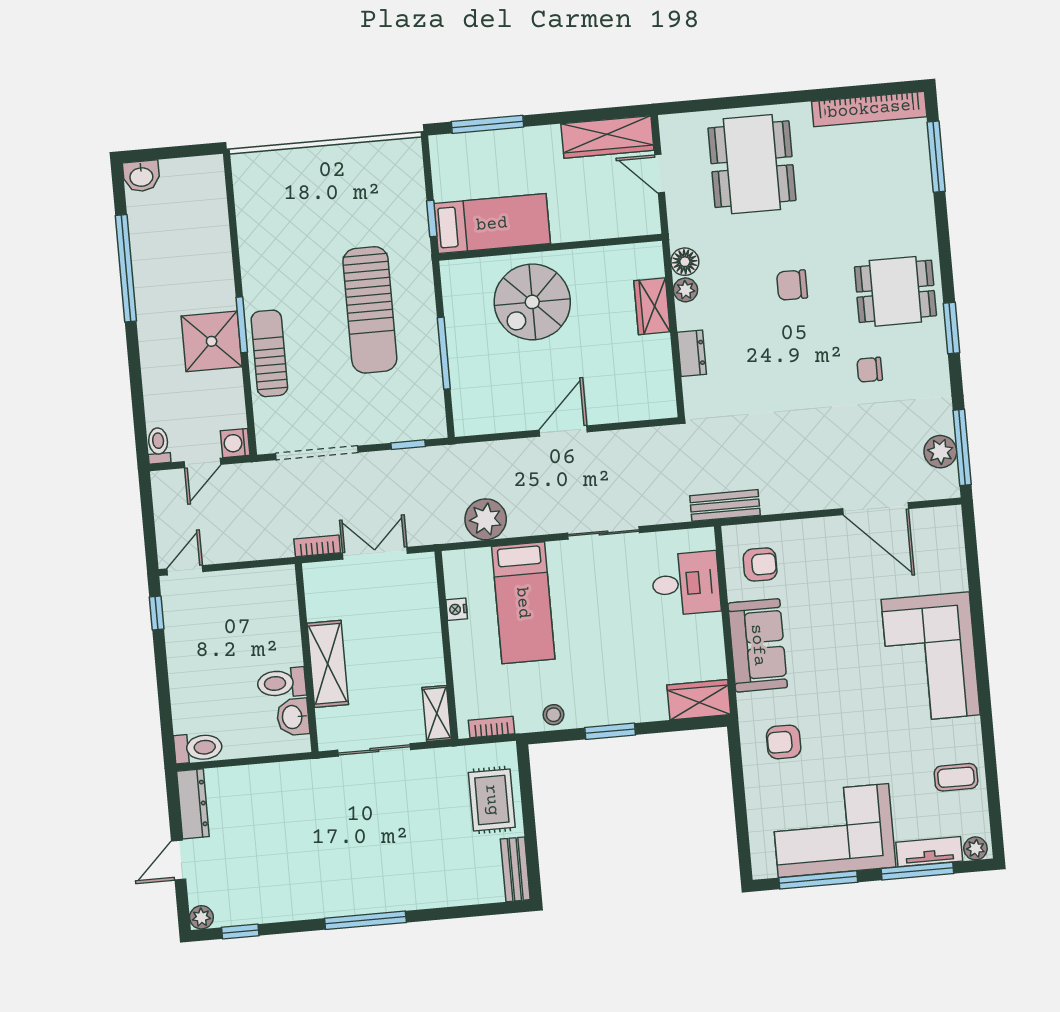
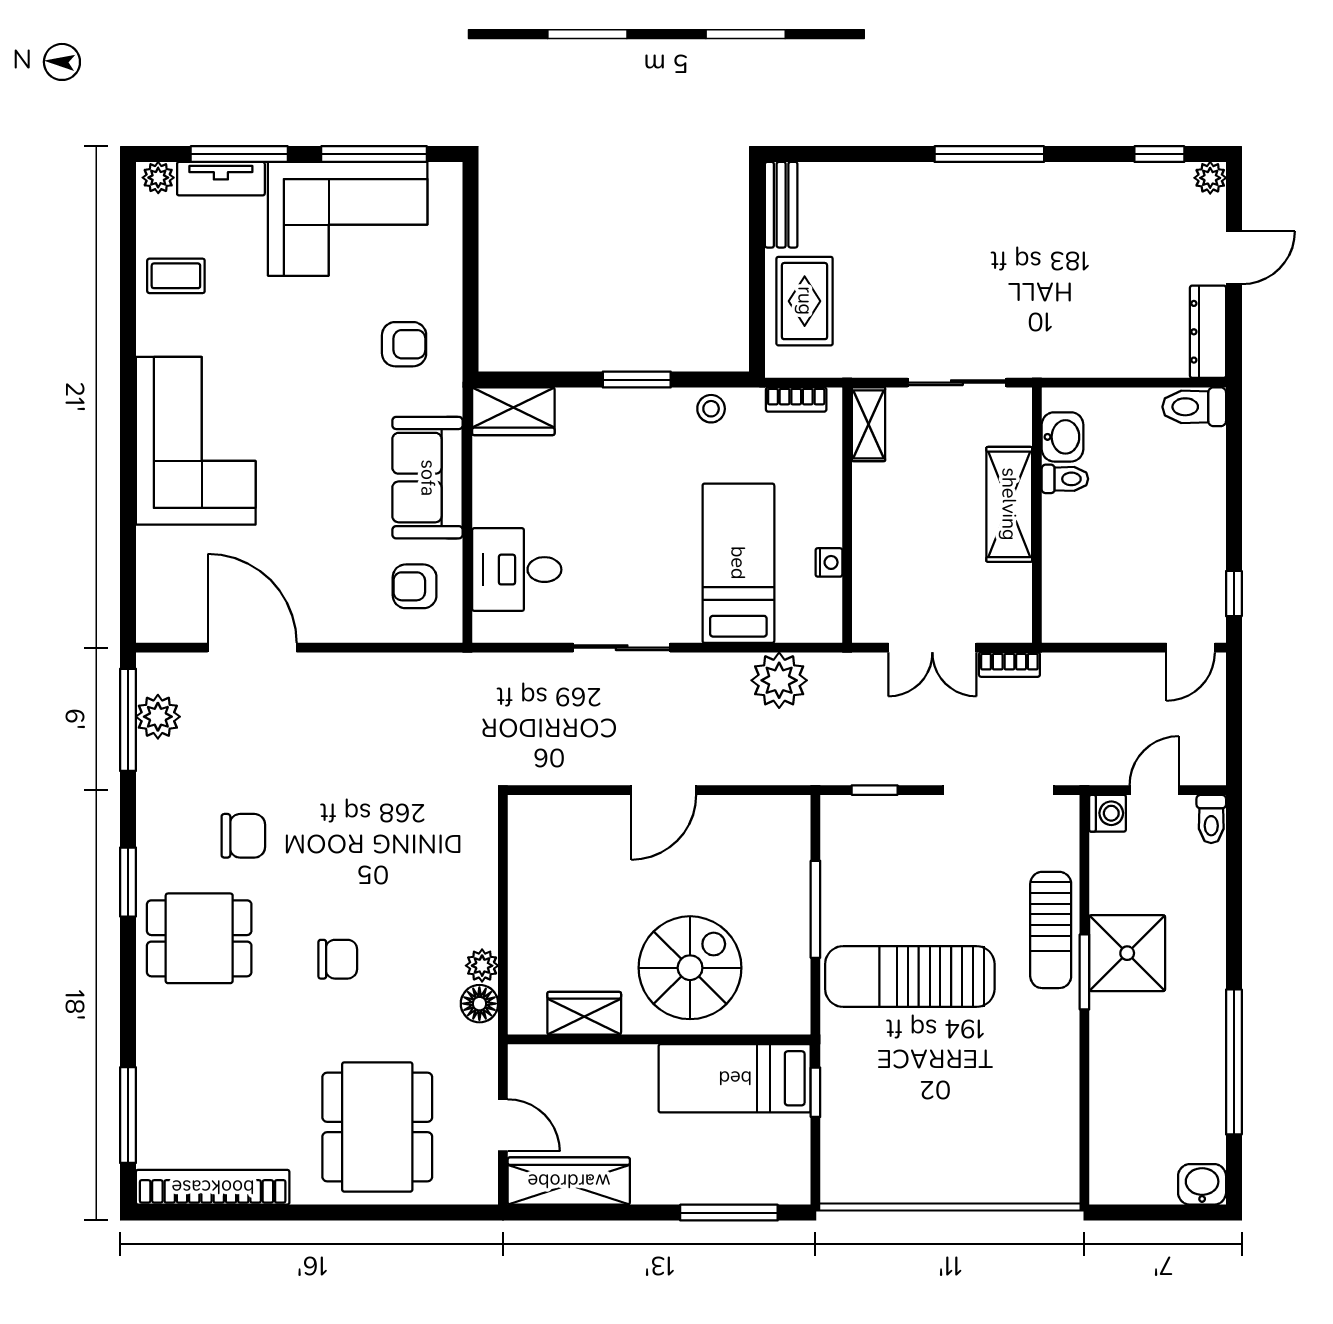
wardrobe: (652, 306) -> (584, 1013), moved, turned -90
sun lounger: (370, 310) -> (910, 977), turned -90
dresser: (692, 353) -> (481, 879), removed
chair: (870, 370) -> (243, 836), width x1.37, depth x1.37
bench: (725, 505) -> (455, 670), removed
toilet: (282, 683) -> (1065, 479), width x0.73, depth x0.72

